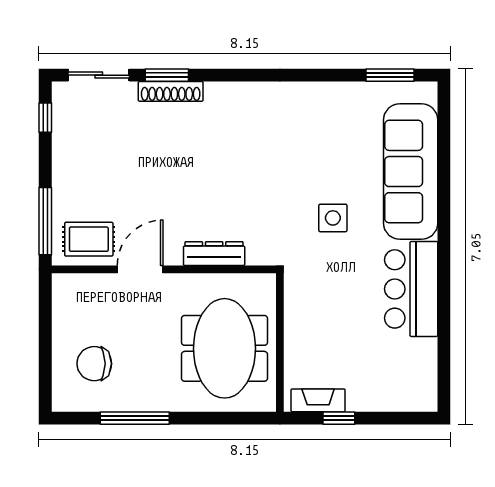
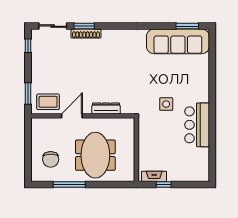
sofa: (411, 172) -> (178, 41), moved, turned -90
side table: (333, 218) -> (166, 104), moved
window: (45, 221) -> (28, 93), width x0.69
meeting table: (224, 348) -> (95, 155), moved
chair: (94, 364) -> (51, 159), turned -90

